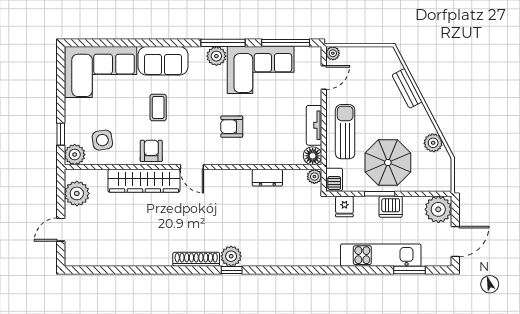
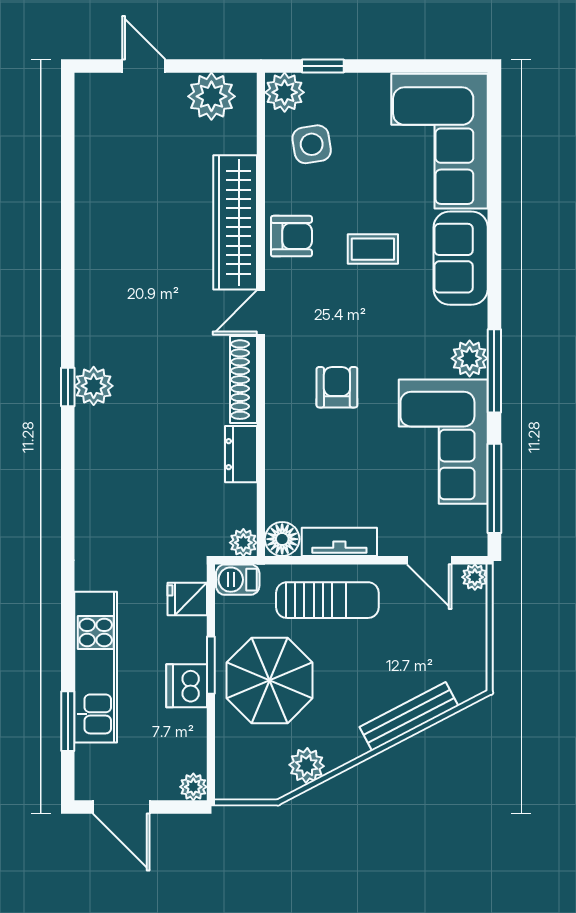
bench: (407, 88) -> (409, 716), width x1.36
plant: (438, 209) -> (193, 787), width x0.53, depth x0.53
shoe rack: (196, 259) -> (244, 380), moved, turned 180

